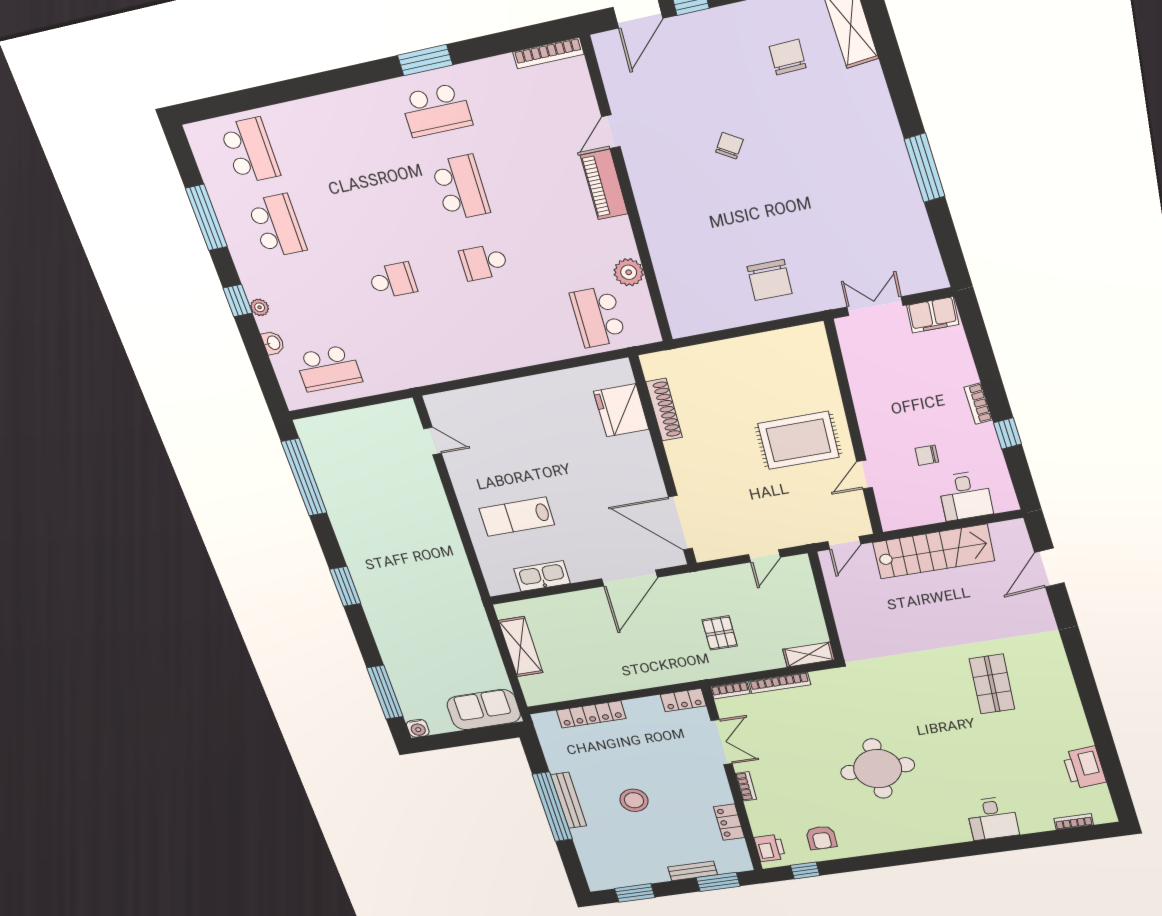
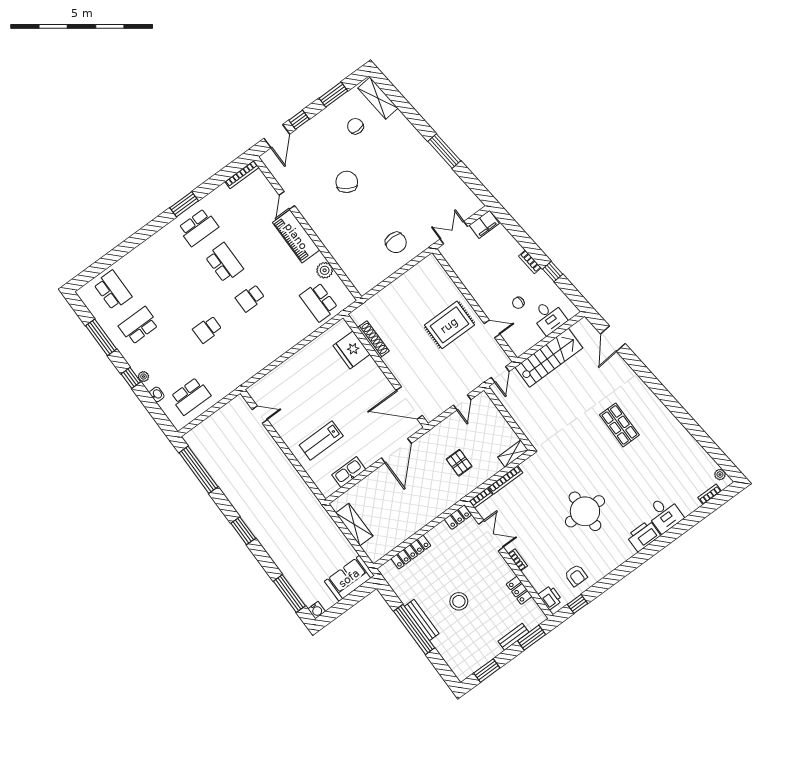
chair: (729, 146) -> (347, 182), width x1.87, depth x1.87
piano: (604, 185) -> (296, 236), width x1.37, depth x1.33
school desk: (277, 226) -> (139, 326), turned -90
school desk: (393, 280) -> (207, 329), turned 180
door: (864, 475) -> (492, 329), swing flipped
printer: (1084, 768) -> (644, 536), moved, turned 96
plant: (1104, 805) -> (720, 475), added

